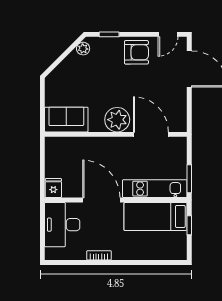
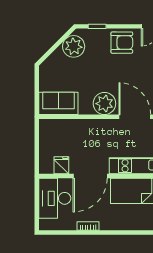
plant: (83, 49) -> (74, 46), width x1.88, depth x1.88
fridge: (53, 188) -> (61, 165), moved
door: (101, 200) -> (90, 176), swing flipped

